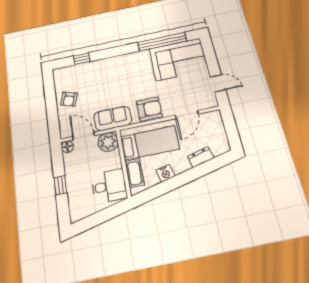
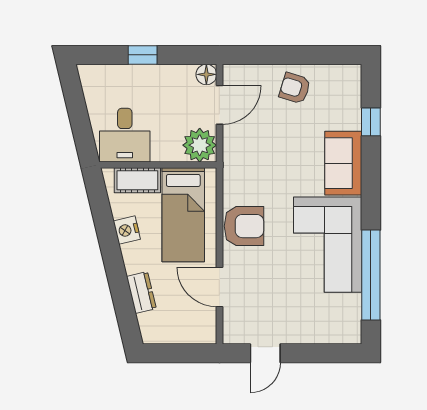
corner sofa: (178, 59) -> (328, 245), moved
armchair: (149, 109) -> (244, 226), turned -90
sofa: (113, 118) -> (343, 163), moved, turned 180

